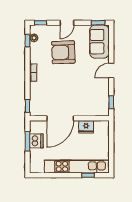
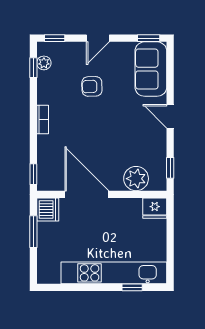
armchair: (63, 52) -> (92, 86), width x0.53, depth x0.53
door: (111, 71) -> (170, 116), hinge flipped
plant: (90, 109) -> (136, 179), added
door: (60, 118) -> (87, 194), swing flipped
fridge: (86, 127) -> (155, 208), moved
dishwasher: (36, 141) -> (48, 209), moved

